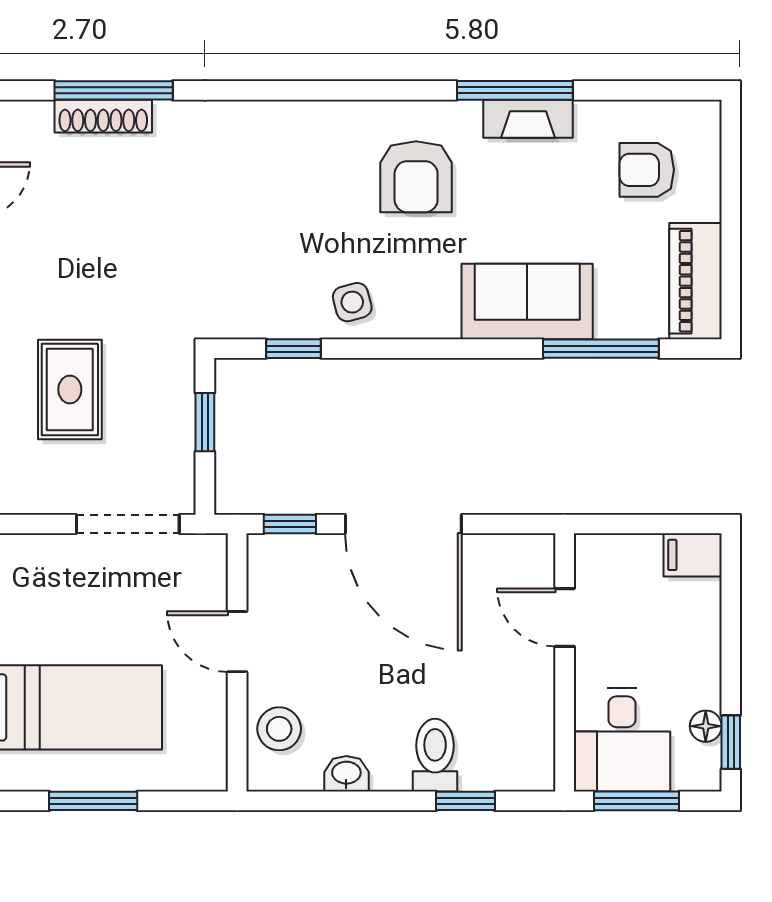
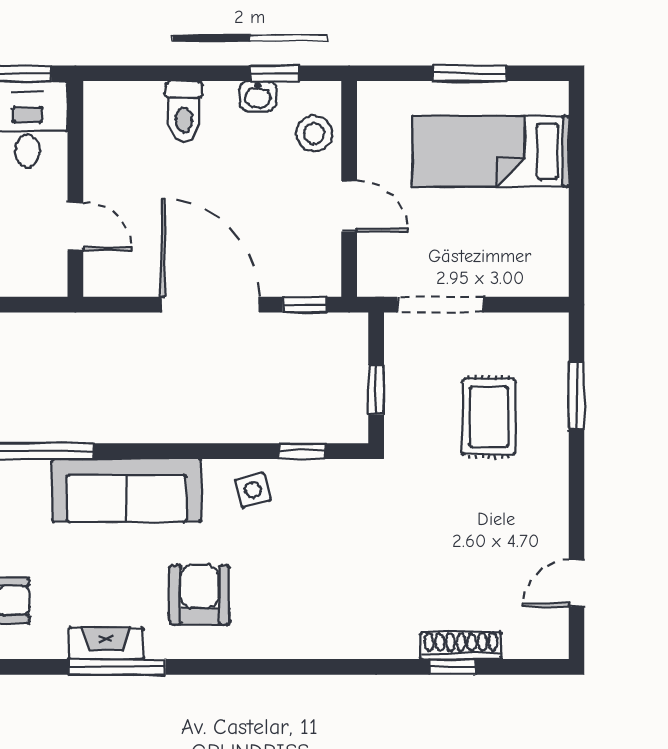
window: (114, 90) -> (452, 667), width x0.46
sofa: (527, 302) -> (126, 490), width x1.36
window: (466, 801) -> (275, 73), moved

